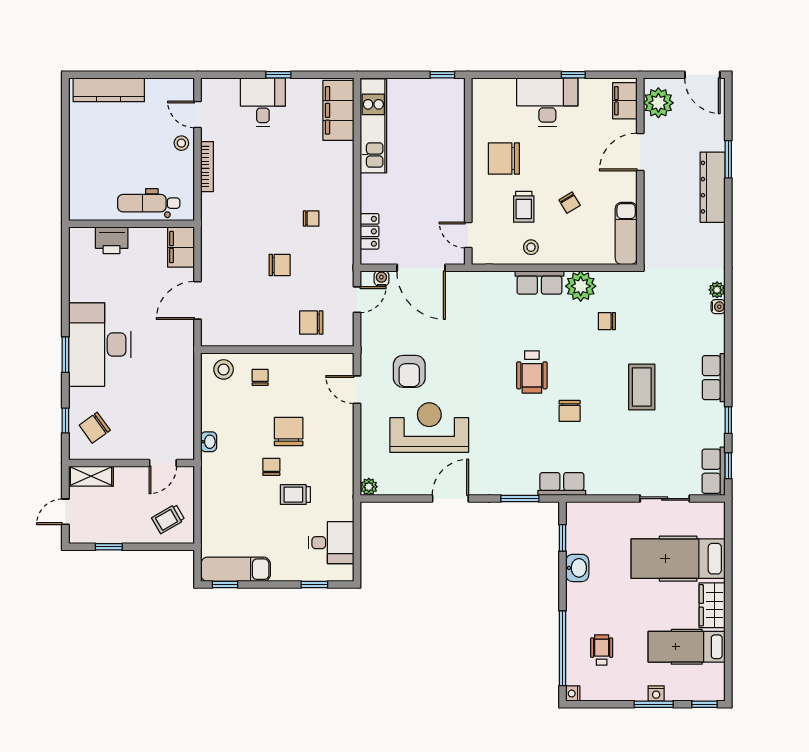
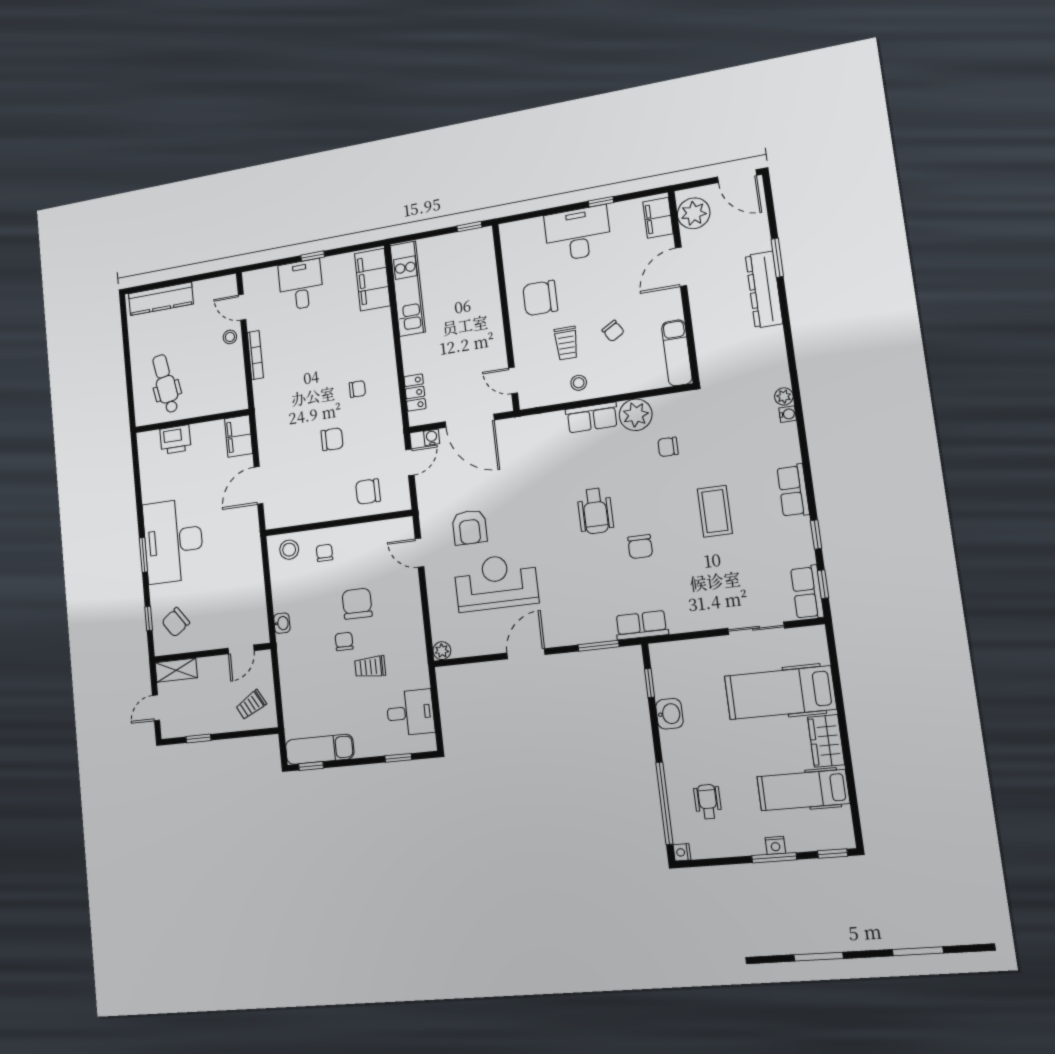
dental chair: (149, 203) -> (166, 384), moved, turned 80

